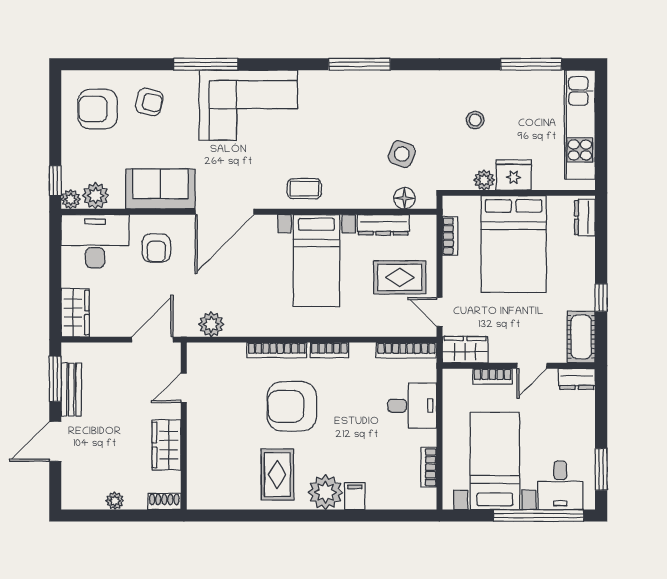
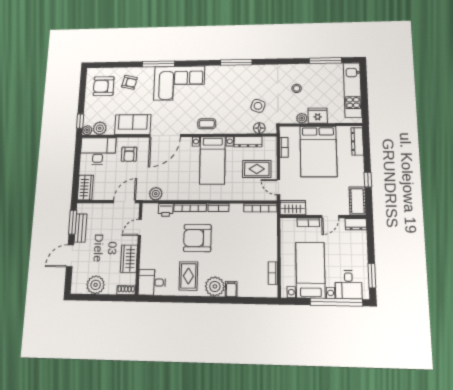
dresser: (585, 218) -> (357, 141), width x1.44
printer: (231, 355) -> (166, 210), added
desk: (412, 406) -> (152, 282), moved, turned 180
plant: (115, 501) -> (96, 285), width x1.88, depth x1.88

